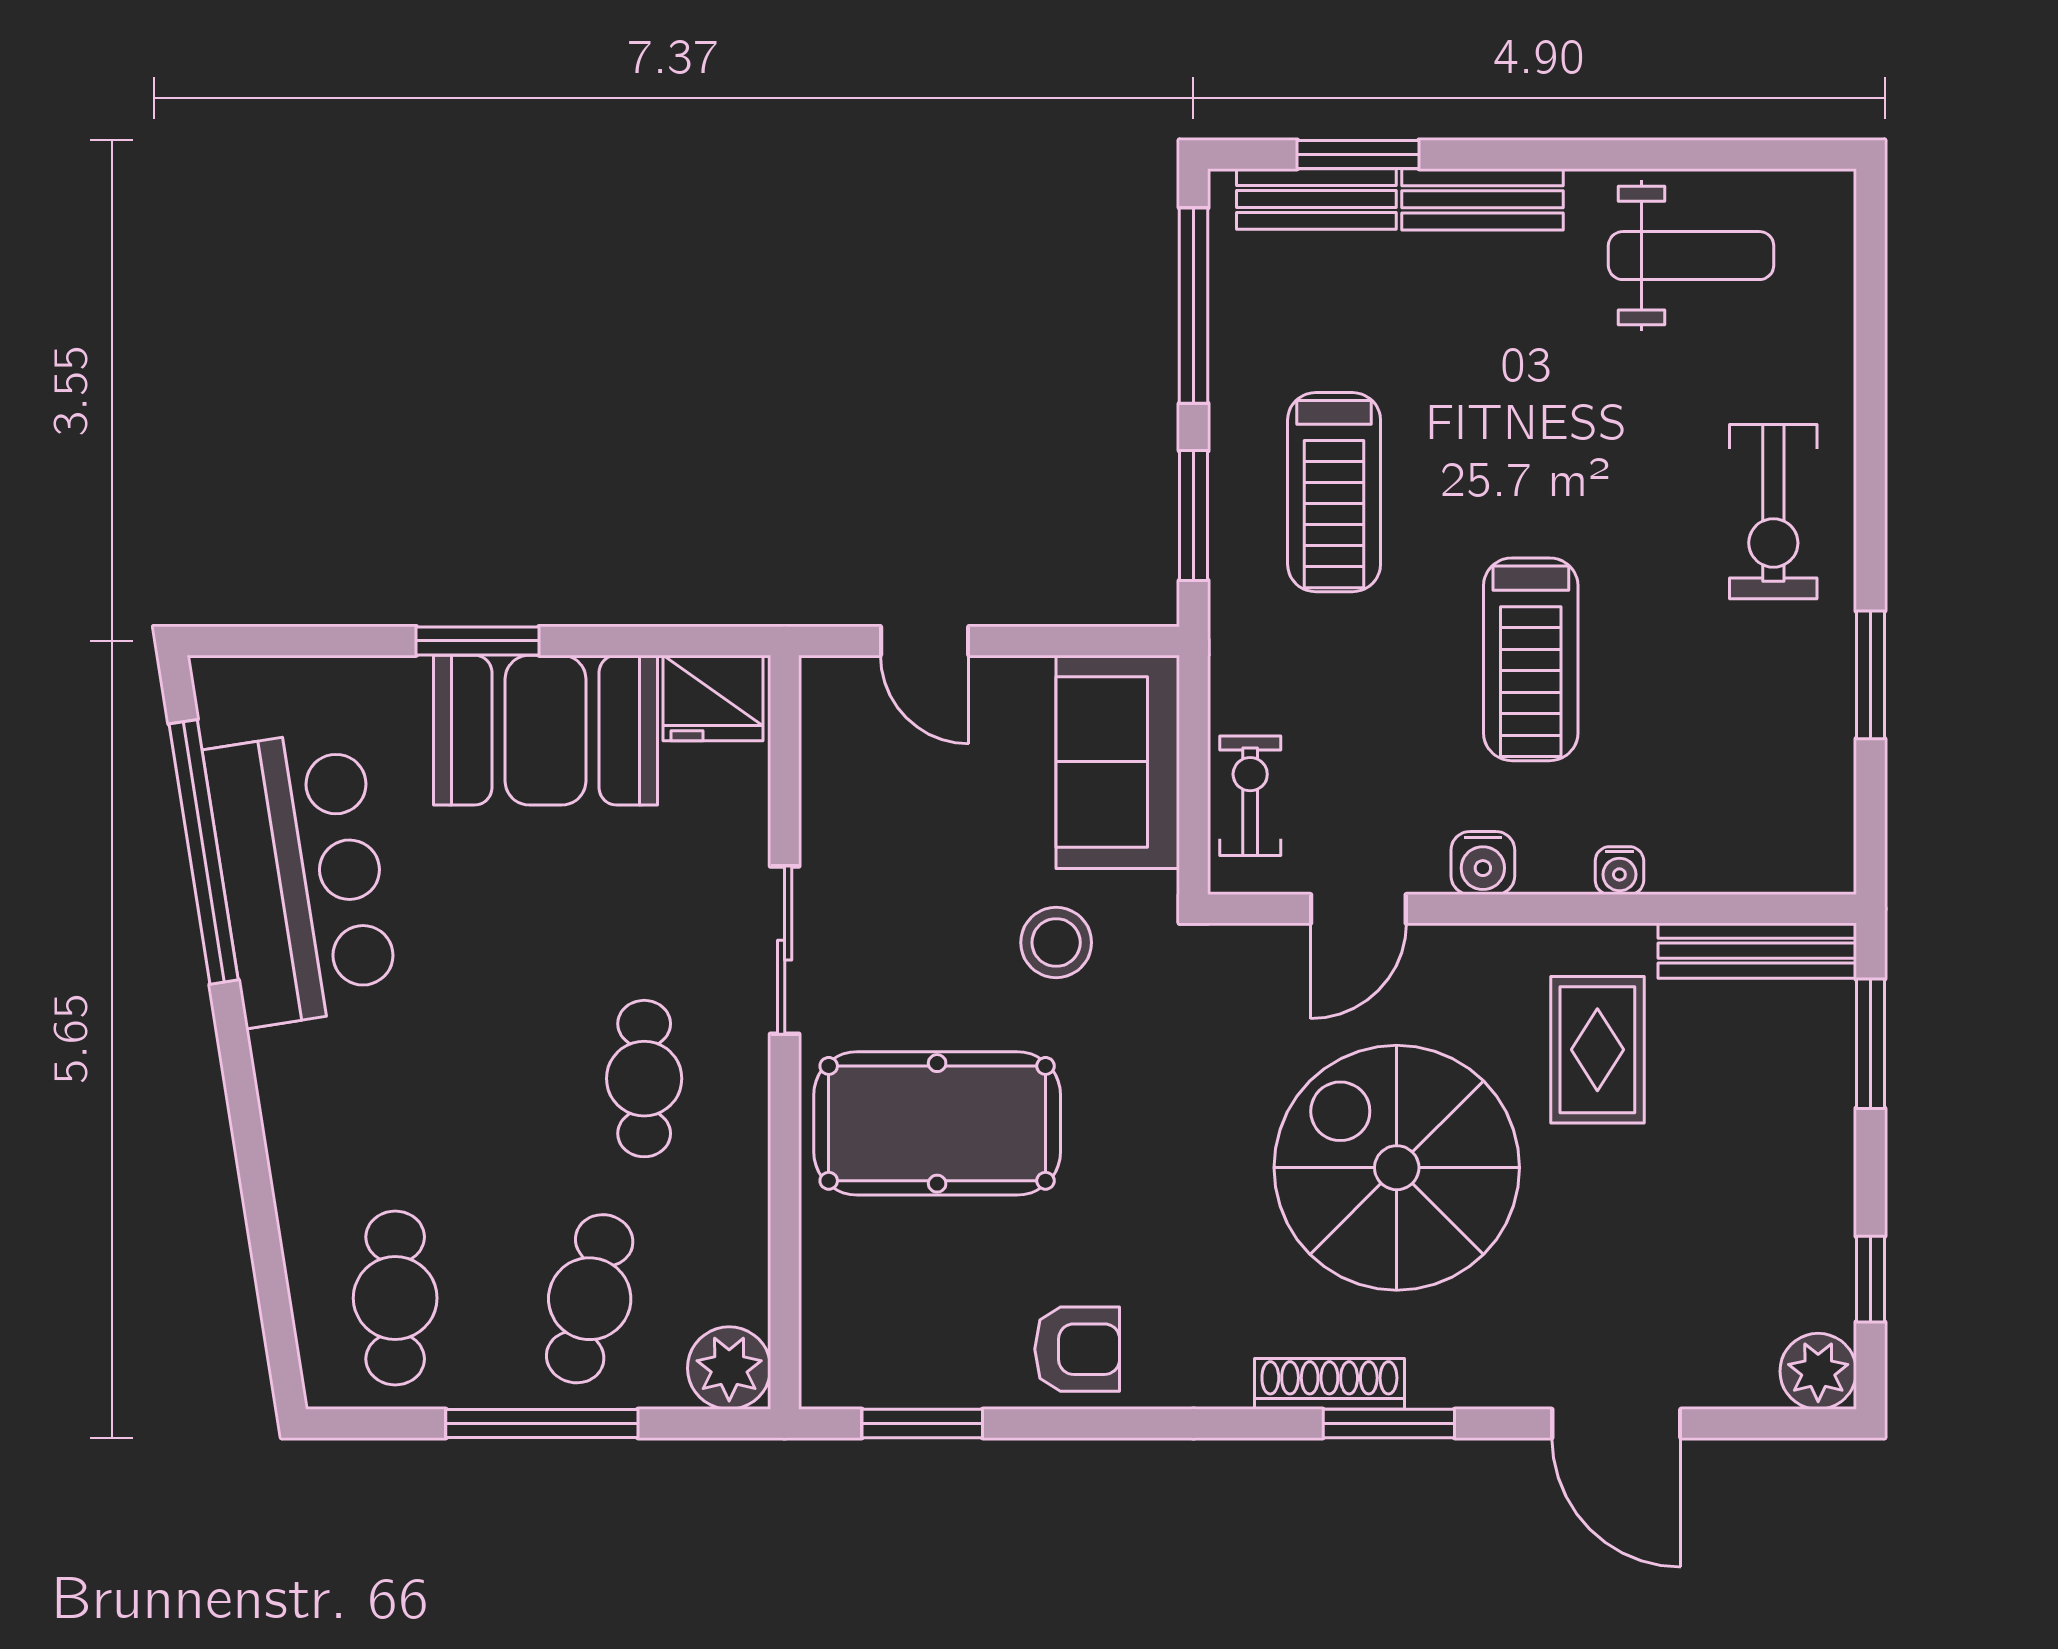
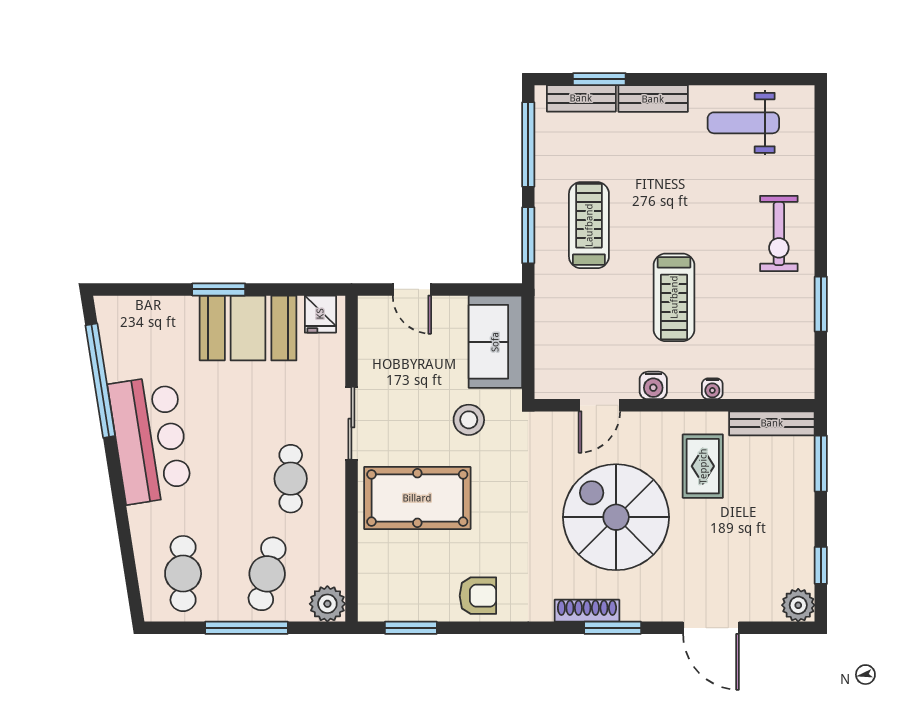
weight bench: (1691, 256) -> (743, 123), turned 180
treadmill: (1334, 492) -> (589, 225), turned 180
fridge: (713, 698) -> (320, 314), width x0.72
exercise bike: (1250, 796) -> (553, 356), removed
bar counter: (301, 877) -> (150, 440), moved

